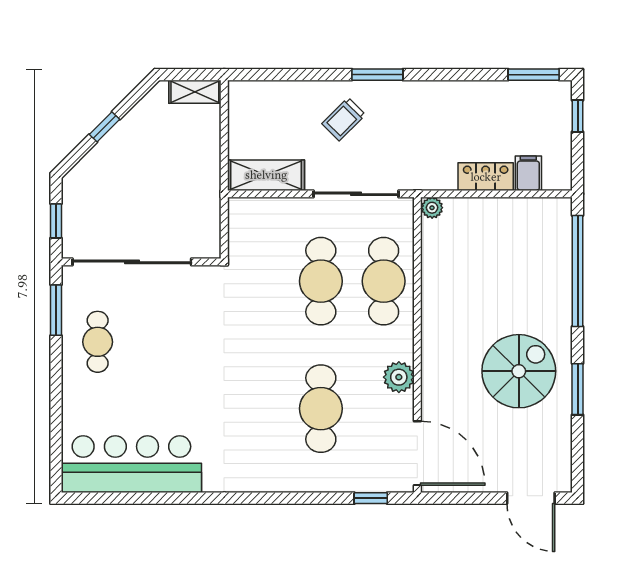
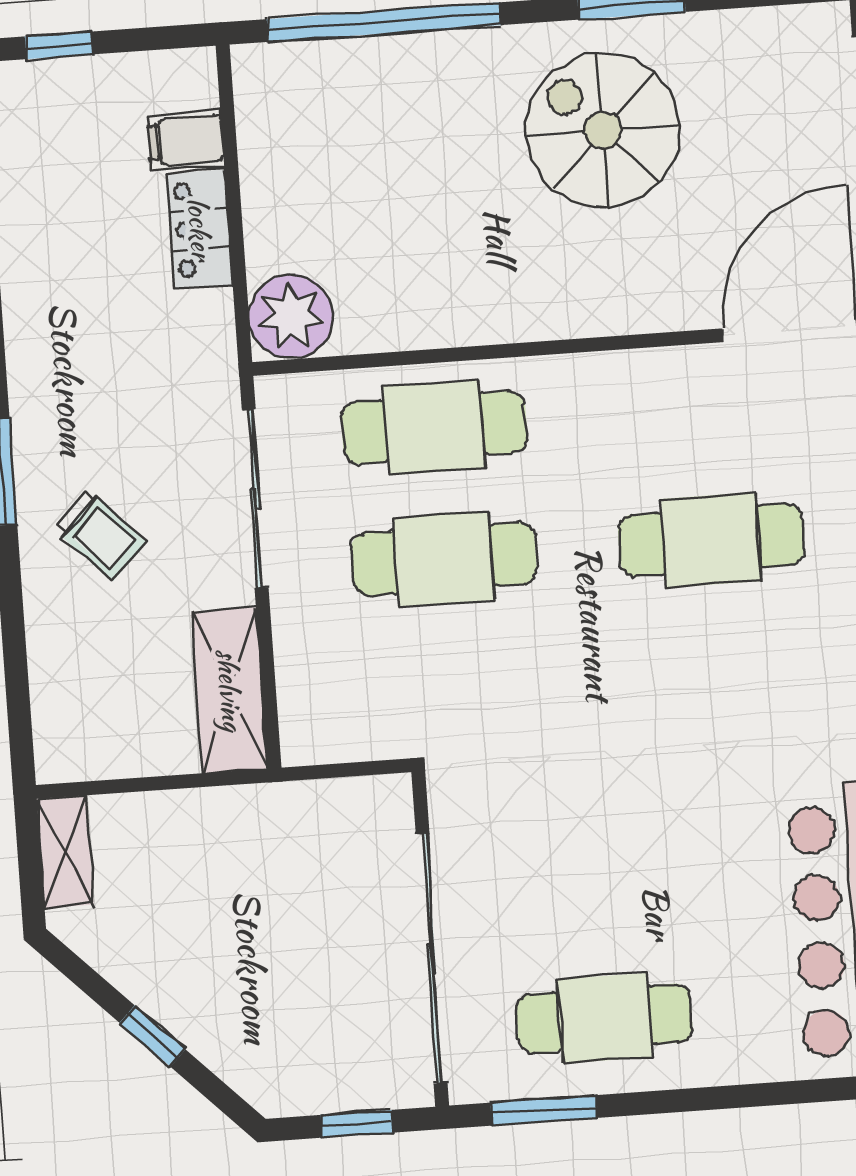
plant: (432, 208) -> (291, 316), width x1.87, depth x1.87
cafe table: (98, 342) -> (604, 1018), width x1.37, depth x1.35
plant: (399, 377) -> (633, 381), removed

